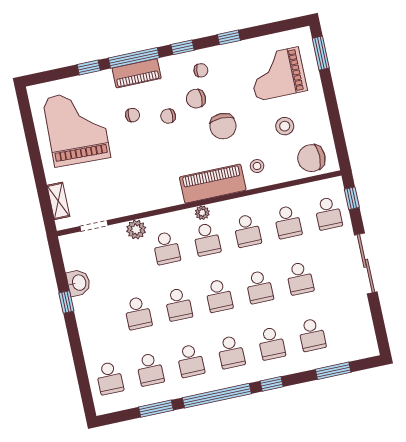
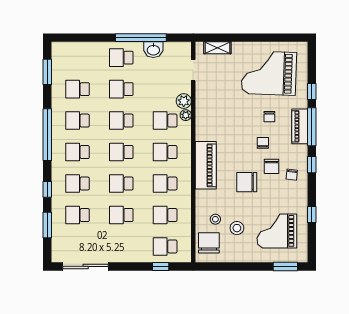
window: (229, 37) -> (312, 214), moved
grand piano: (277, 74) -> (277, 231), turned -90
chair: (196, 99) -> (272, 166), turned 180
grand piano: (77, 128) -> (269, 73), turned 180
stool: (257, 166) -> (215, 219), moved
window: (352, 198) -> (161, 266), moved
plant: (202, 213) -> (186, 115), moved
sliding door: (366, 263) -> (86, 266), moved
window: (66, 302) -> (141, 38), width x3.17
school desk: (110, 378) -> (121, 58), moved
window: (272, 384) -> (47, 189), moved
window: (156, 409) -> (47, 72), moved

